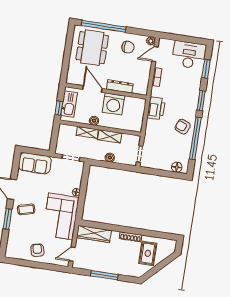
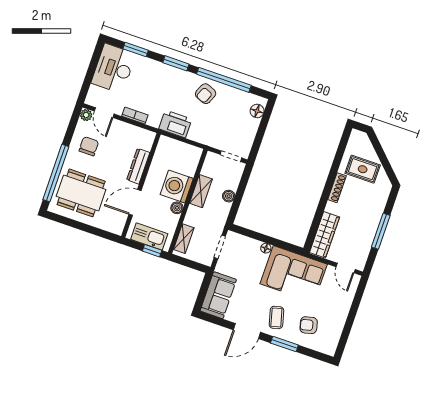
washing machine: (113, 104) -> (177, 186), moved, turned 180
shelving: (87, 132) -> (184, 239), moved
armchair: (37, 250) -> (309, 325), moved

